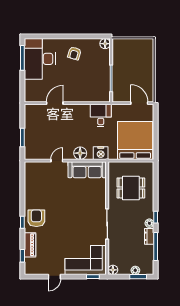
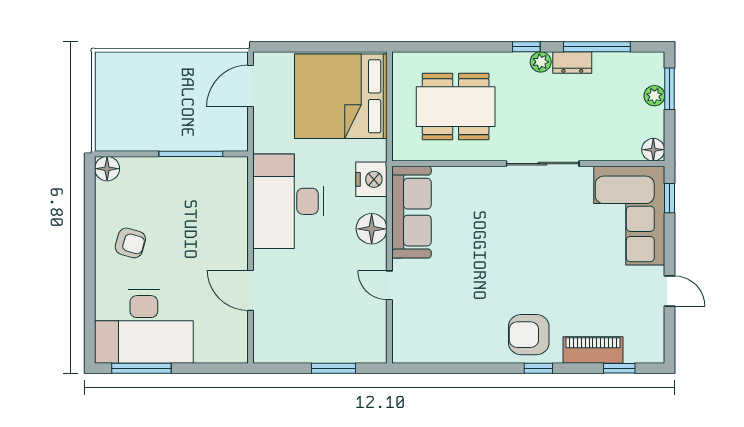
desk: (101, 115) -> (288, 201), width x1.87, depth x1.30
dining table: (131, 188) -> (456, 107), width x1.38

